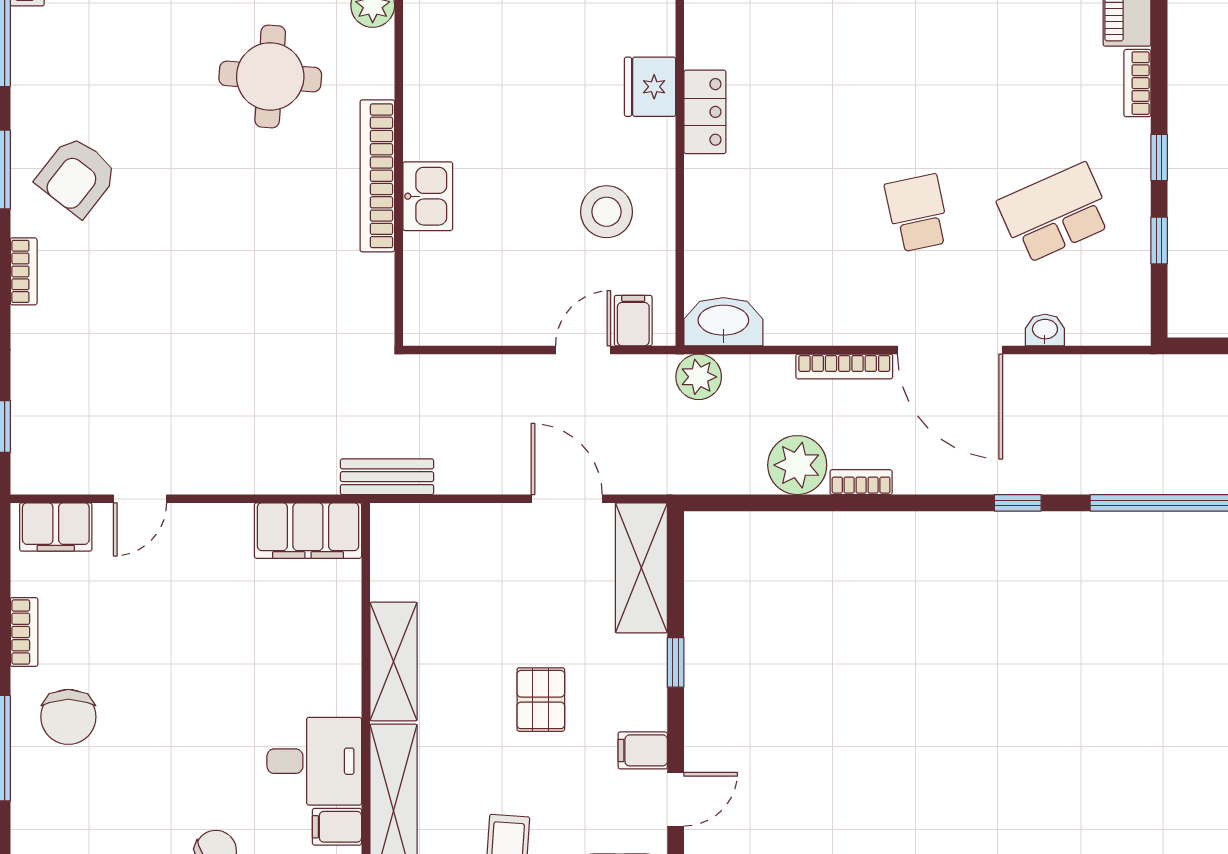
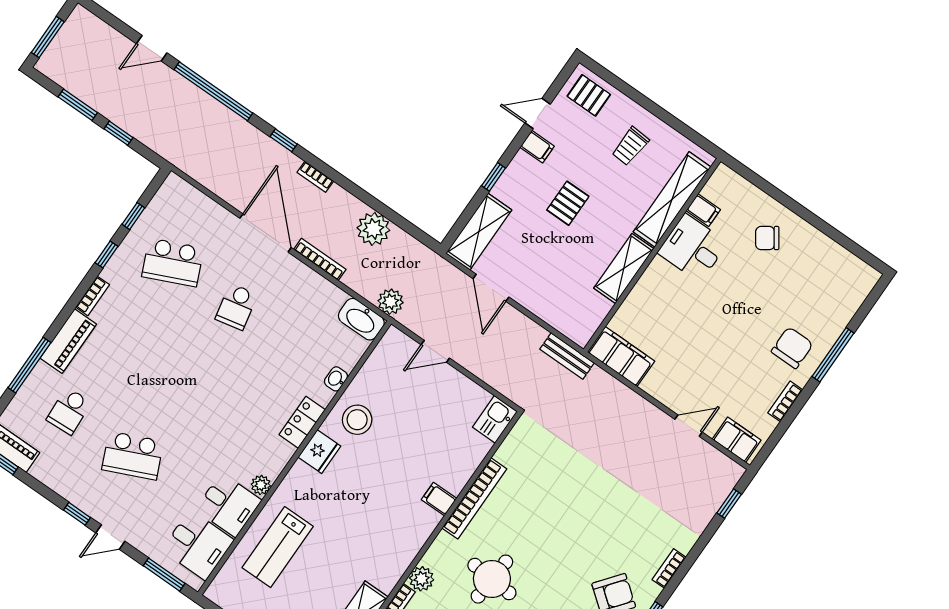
kitchen sink: (428, 196) -> (495, 419), moved
stool: (607, 212) -> (357, 420), moved
filing cabinet: (633, 321) -> (439, 499), moved, turned 90
washbasin: (1045, 330) -> (336, 379), moved, turned 90
bookcase: (861, 482) -> (315, 177), moved

